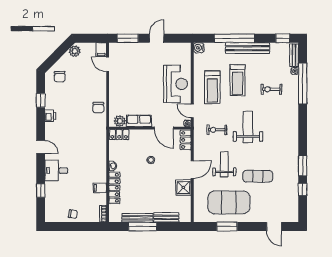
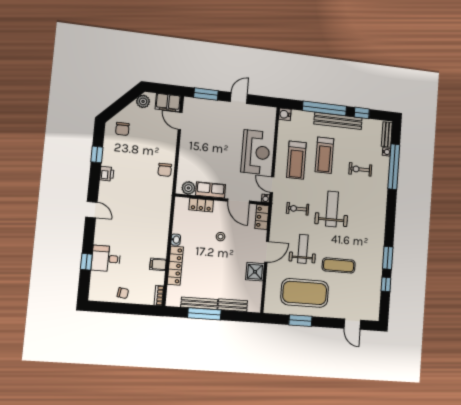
window: (283, 38) -> (362, 113), moved
filing cabinet: (101, 50) -> (168, 103), width x2.00
locker: (119, 134) -> (201, 205), moved
desk: (56, 170) -> (106, 259), moved

